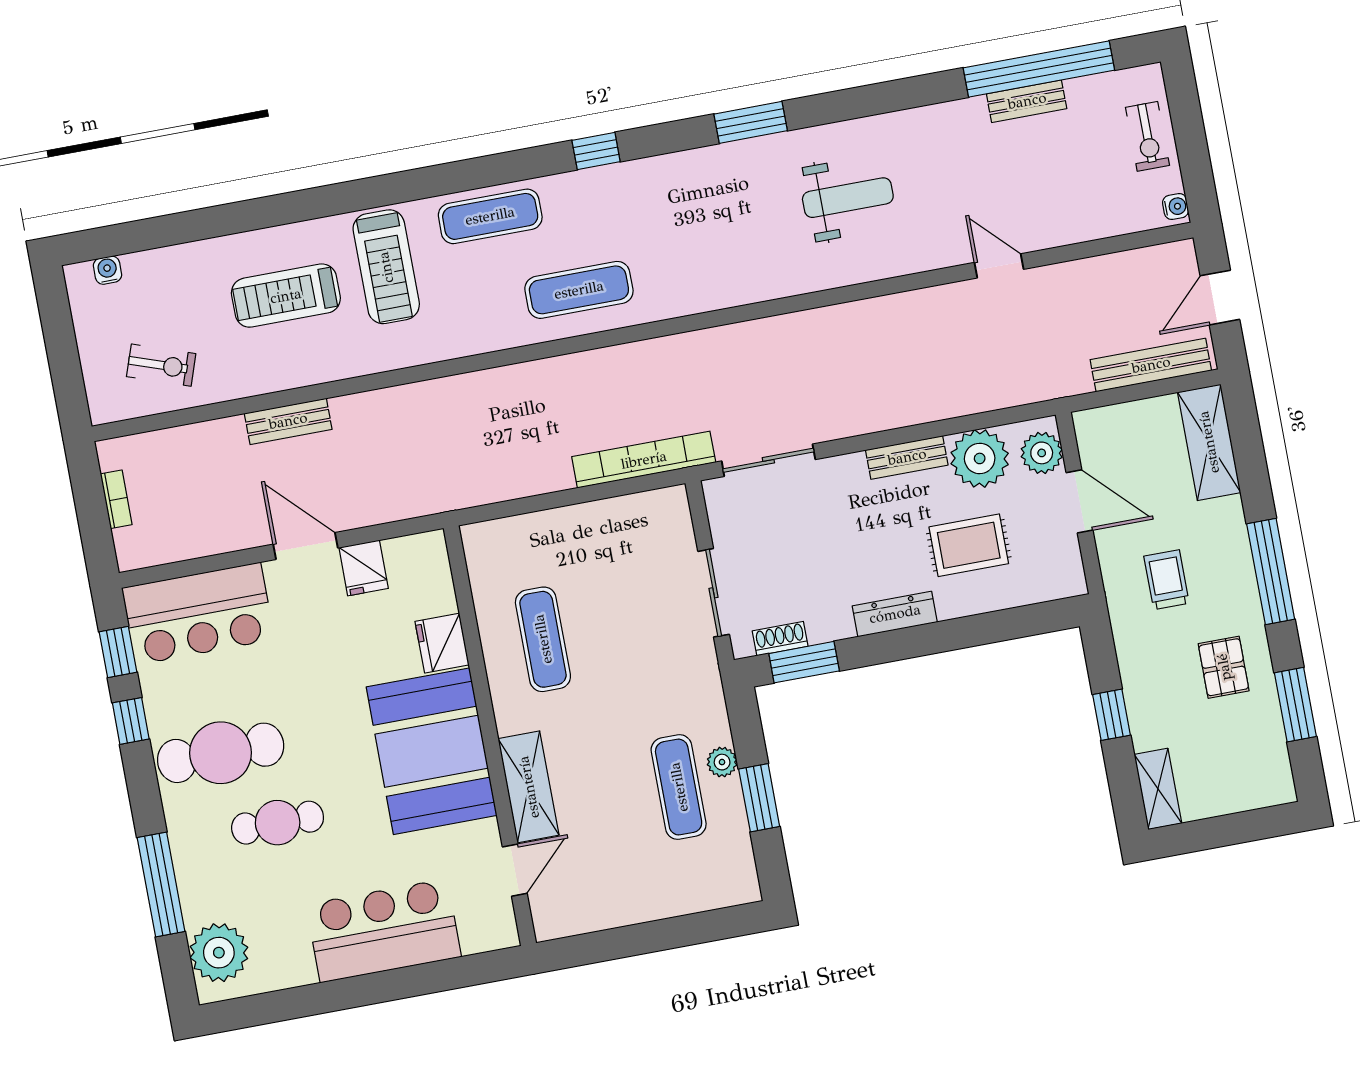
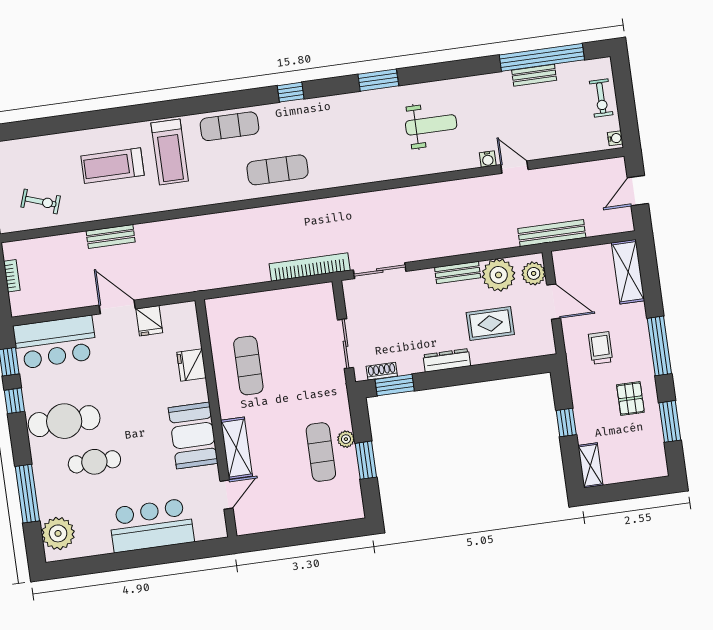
water cooler: (107, 270) -> (488, 159), moved, turned 180
bench: (1151, 365) -> (552, 233), moved
booth: (432, 751) -> (193, 436), width x0.73, depth x0.70

